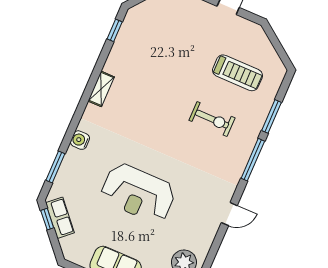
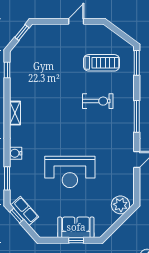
window: (272, 116) -> (137, 63), moved

